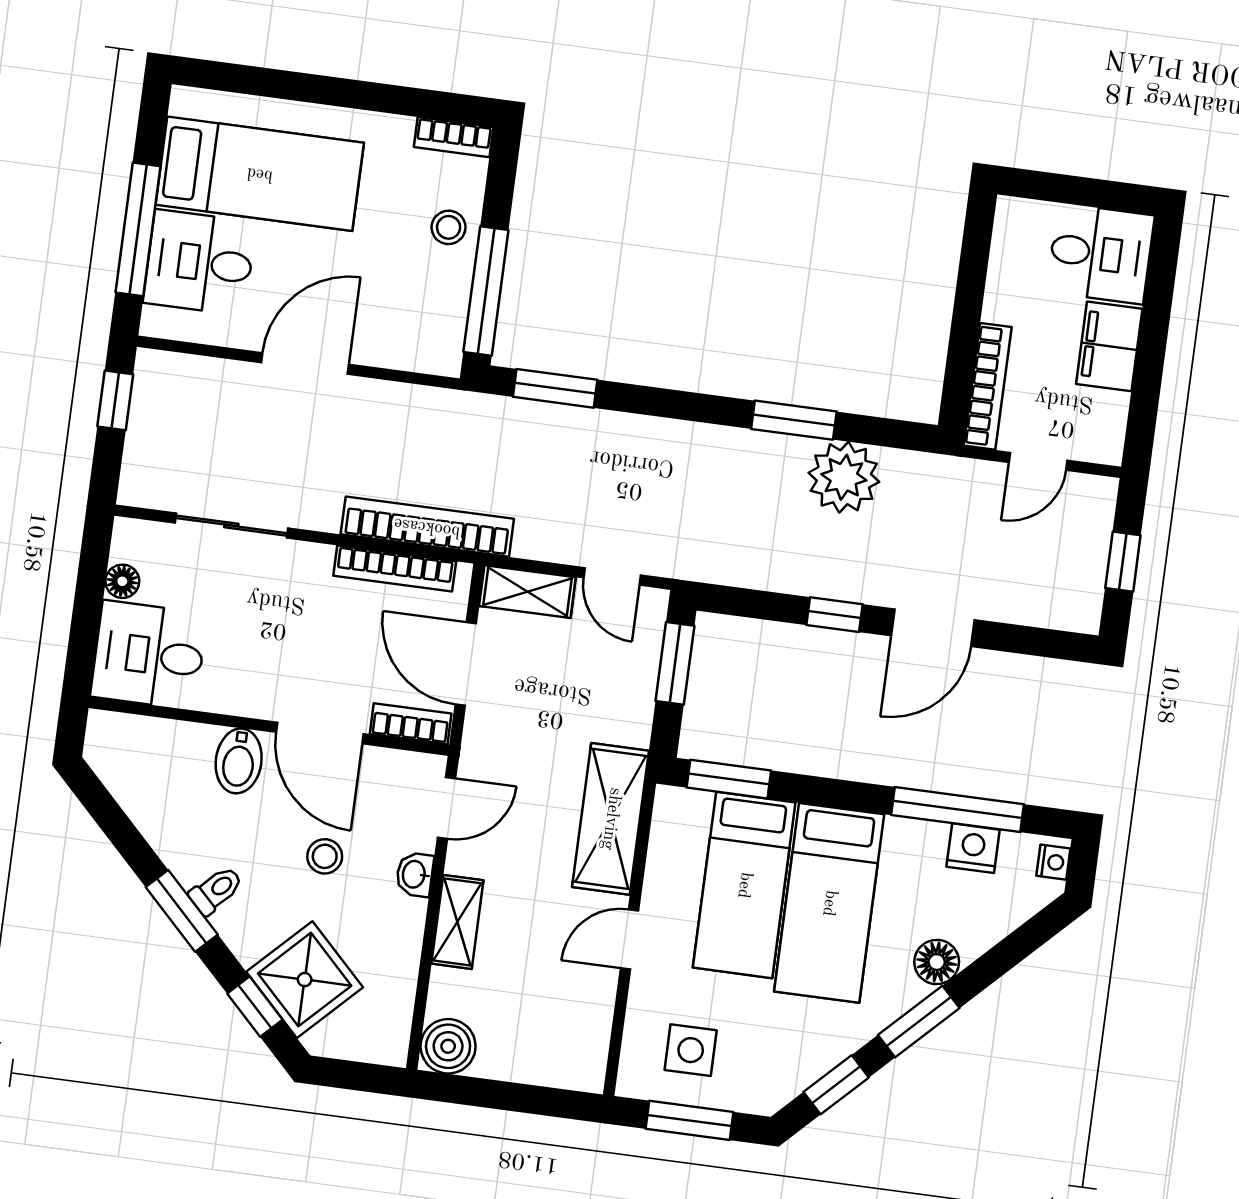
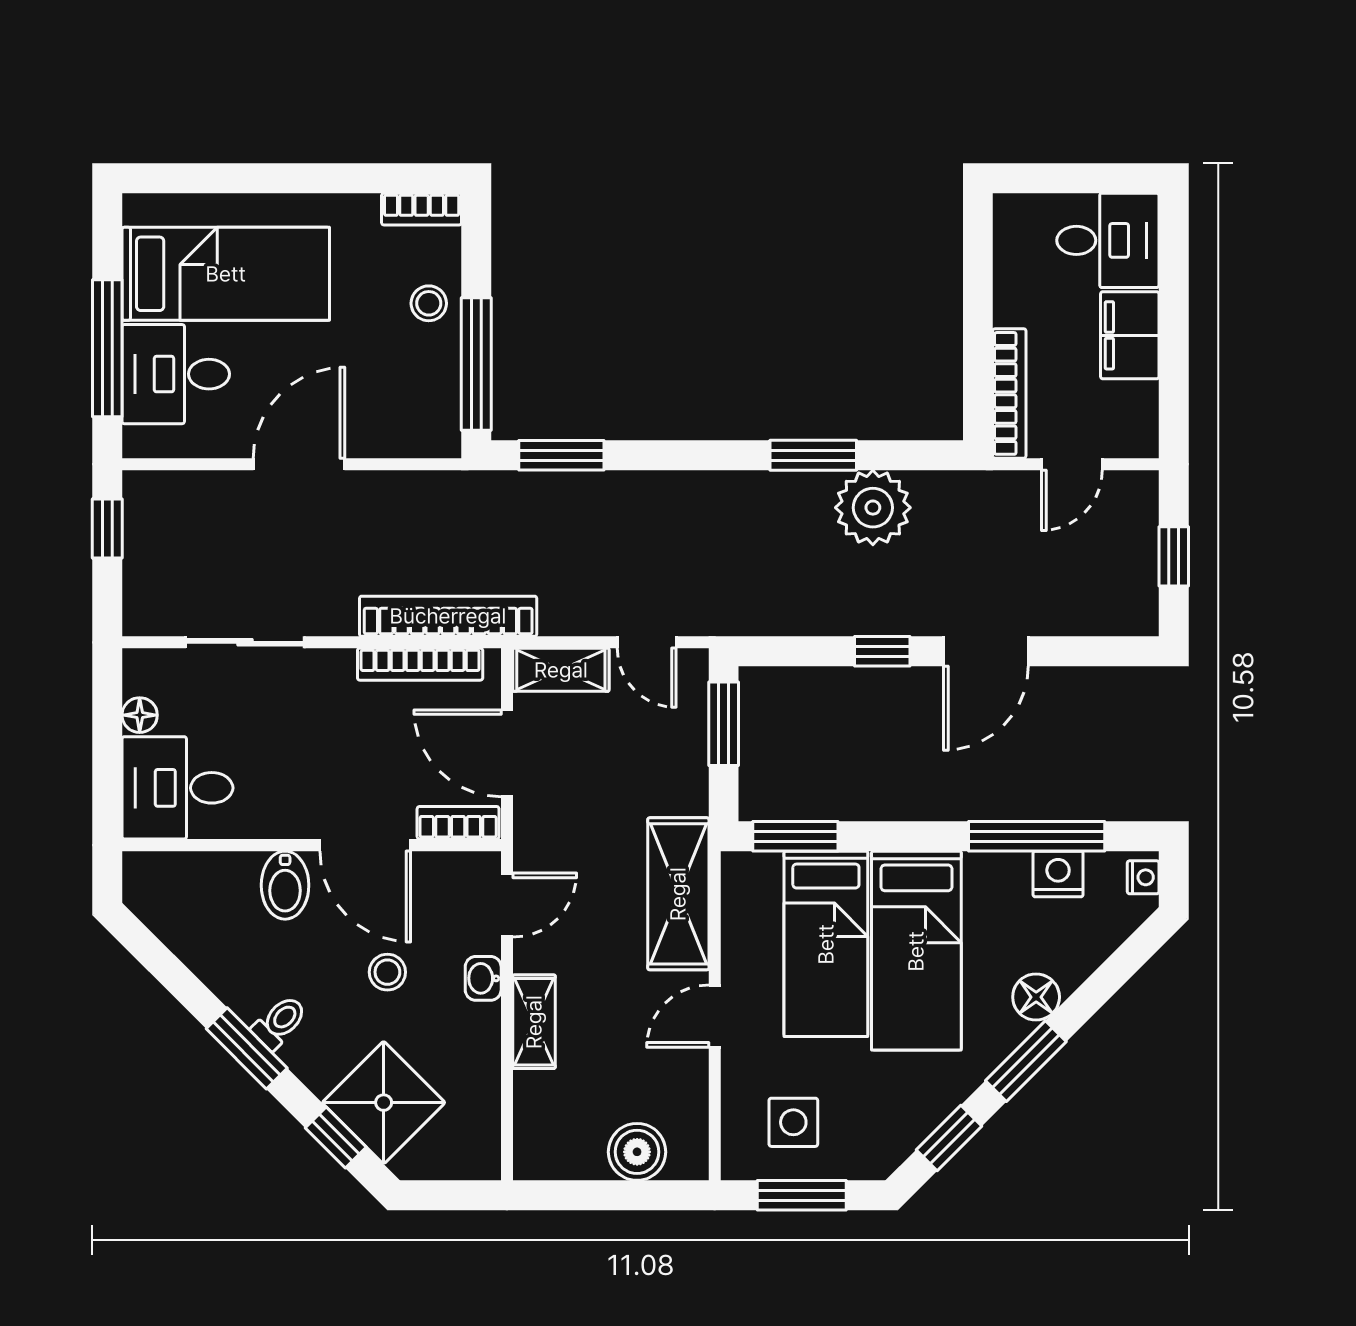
boiler: (448, 1046) -> (637, 1152), moved

